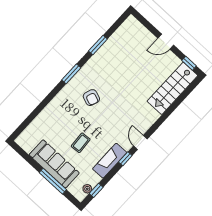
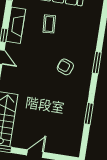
window: (71, 74) -> (97, 63), moved

